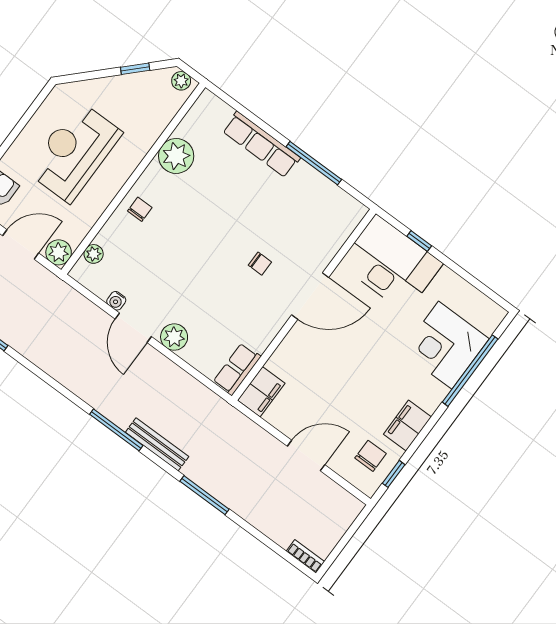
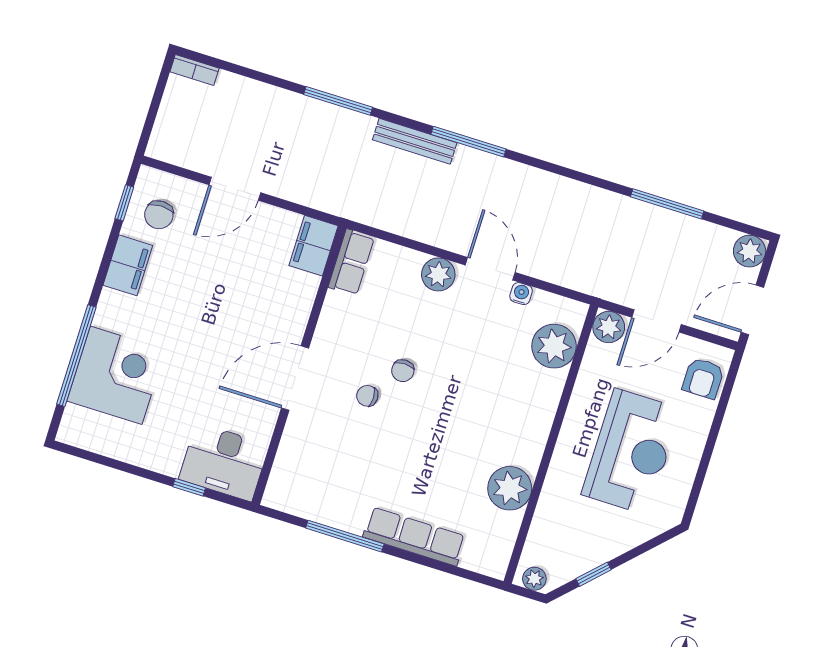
chair: (140, 209) -> (403, 371), moved
plant: (94, 254) -> (554, 346), width x1.88, depth x1.88
desk: (391, 264) -> (224, 462), width x0.73, depth x0.77

